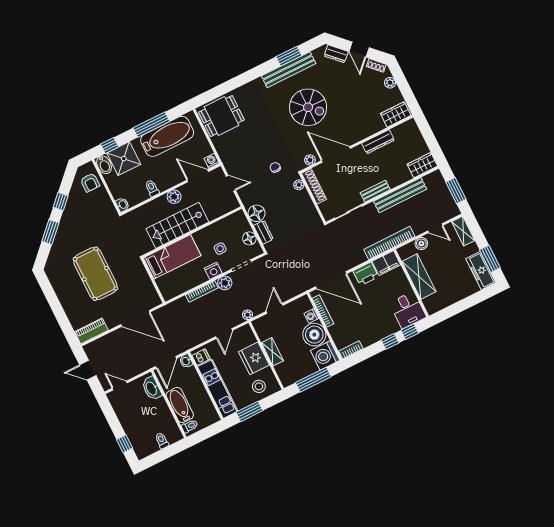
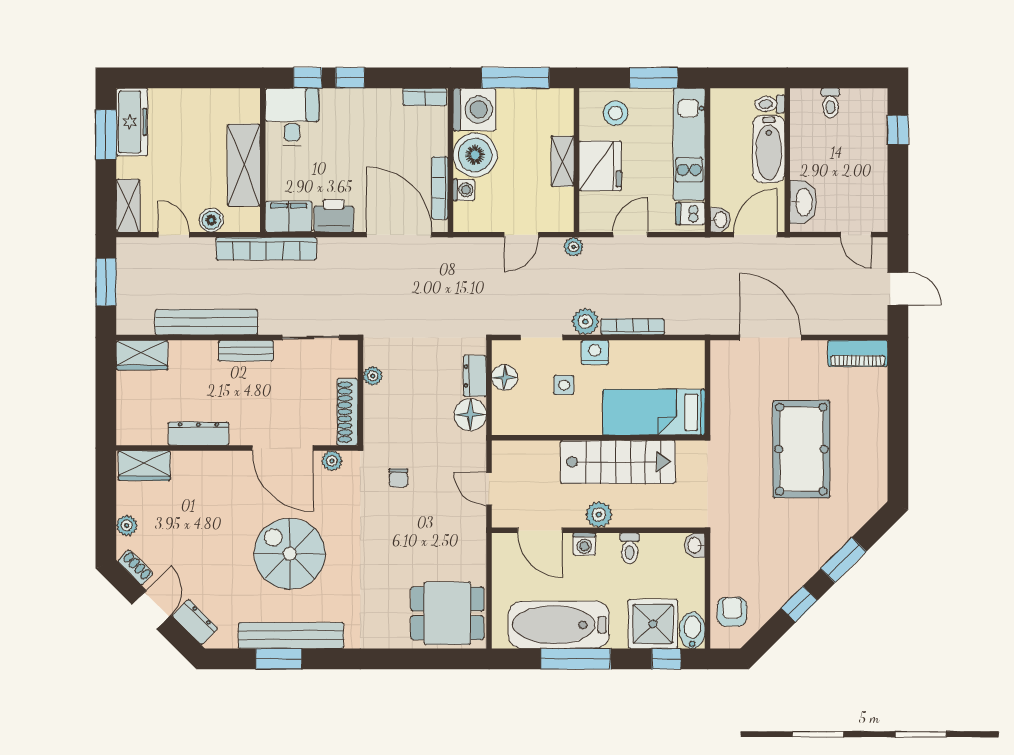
washing machine: (212, 161) -> (584, 544), moved
plant: (299, 185) -> (373, 376), moved

